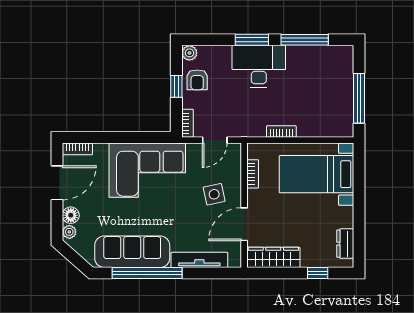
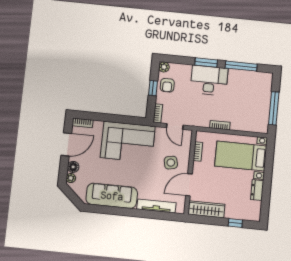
door: (215, 140) -> (175, 126), hinge flipped
dresser: (345, 244) -> (257, 190), moved
window: (147, 273) -> (120, 211), removed

